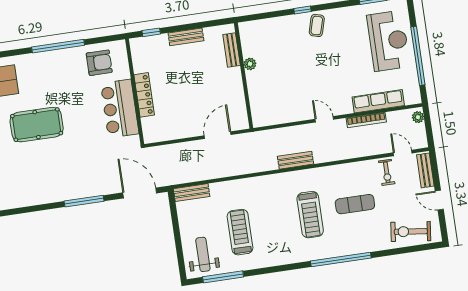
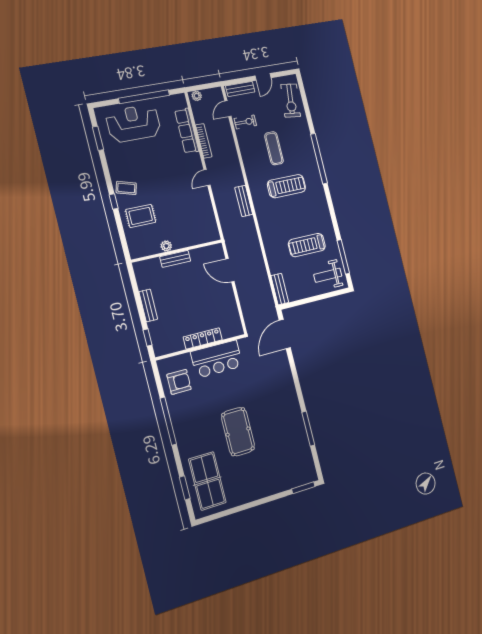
rug: (285, 38) -> (141, 216), added
bench: (232, 50) -> (175, 259), moved
armchair: (99, 63) -> (179, 382), turned 90
window: (84, 201) -> (308, 429), moved

